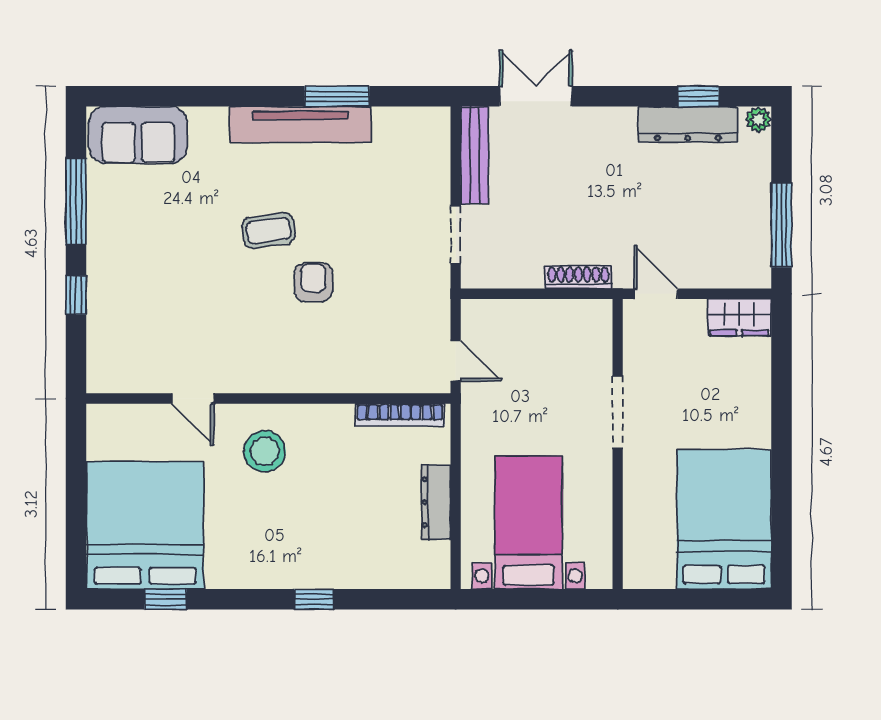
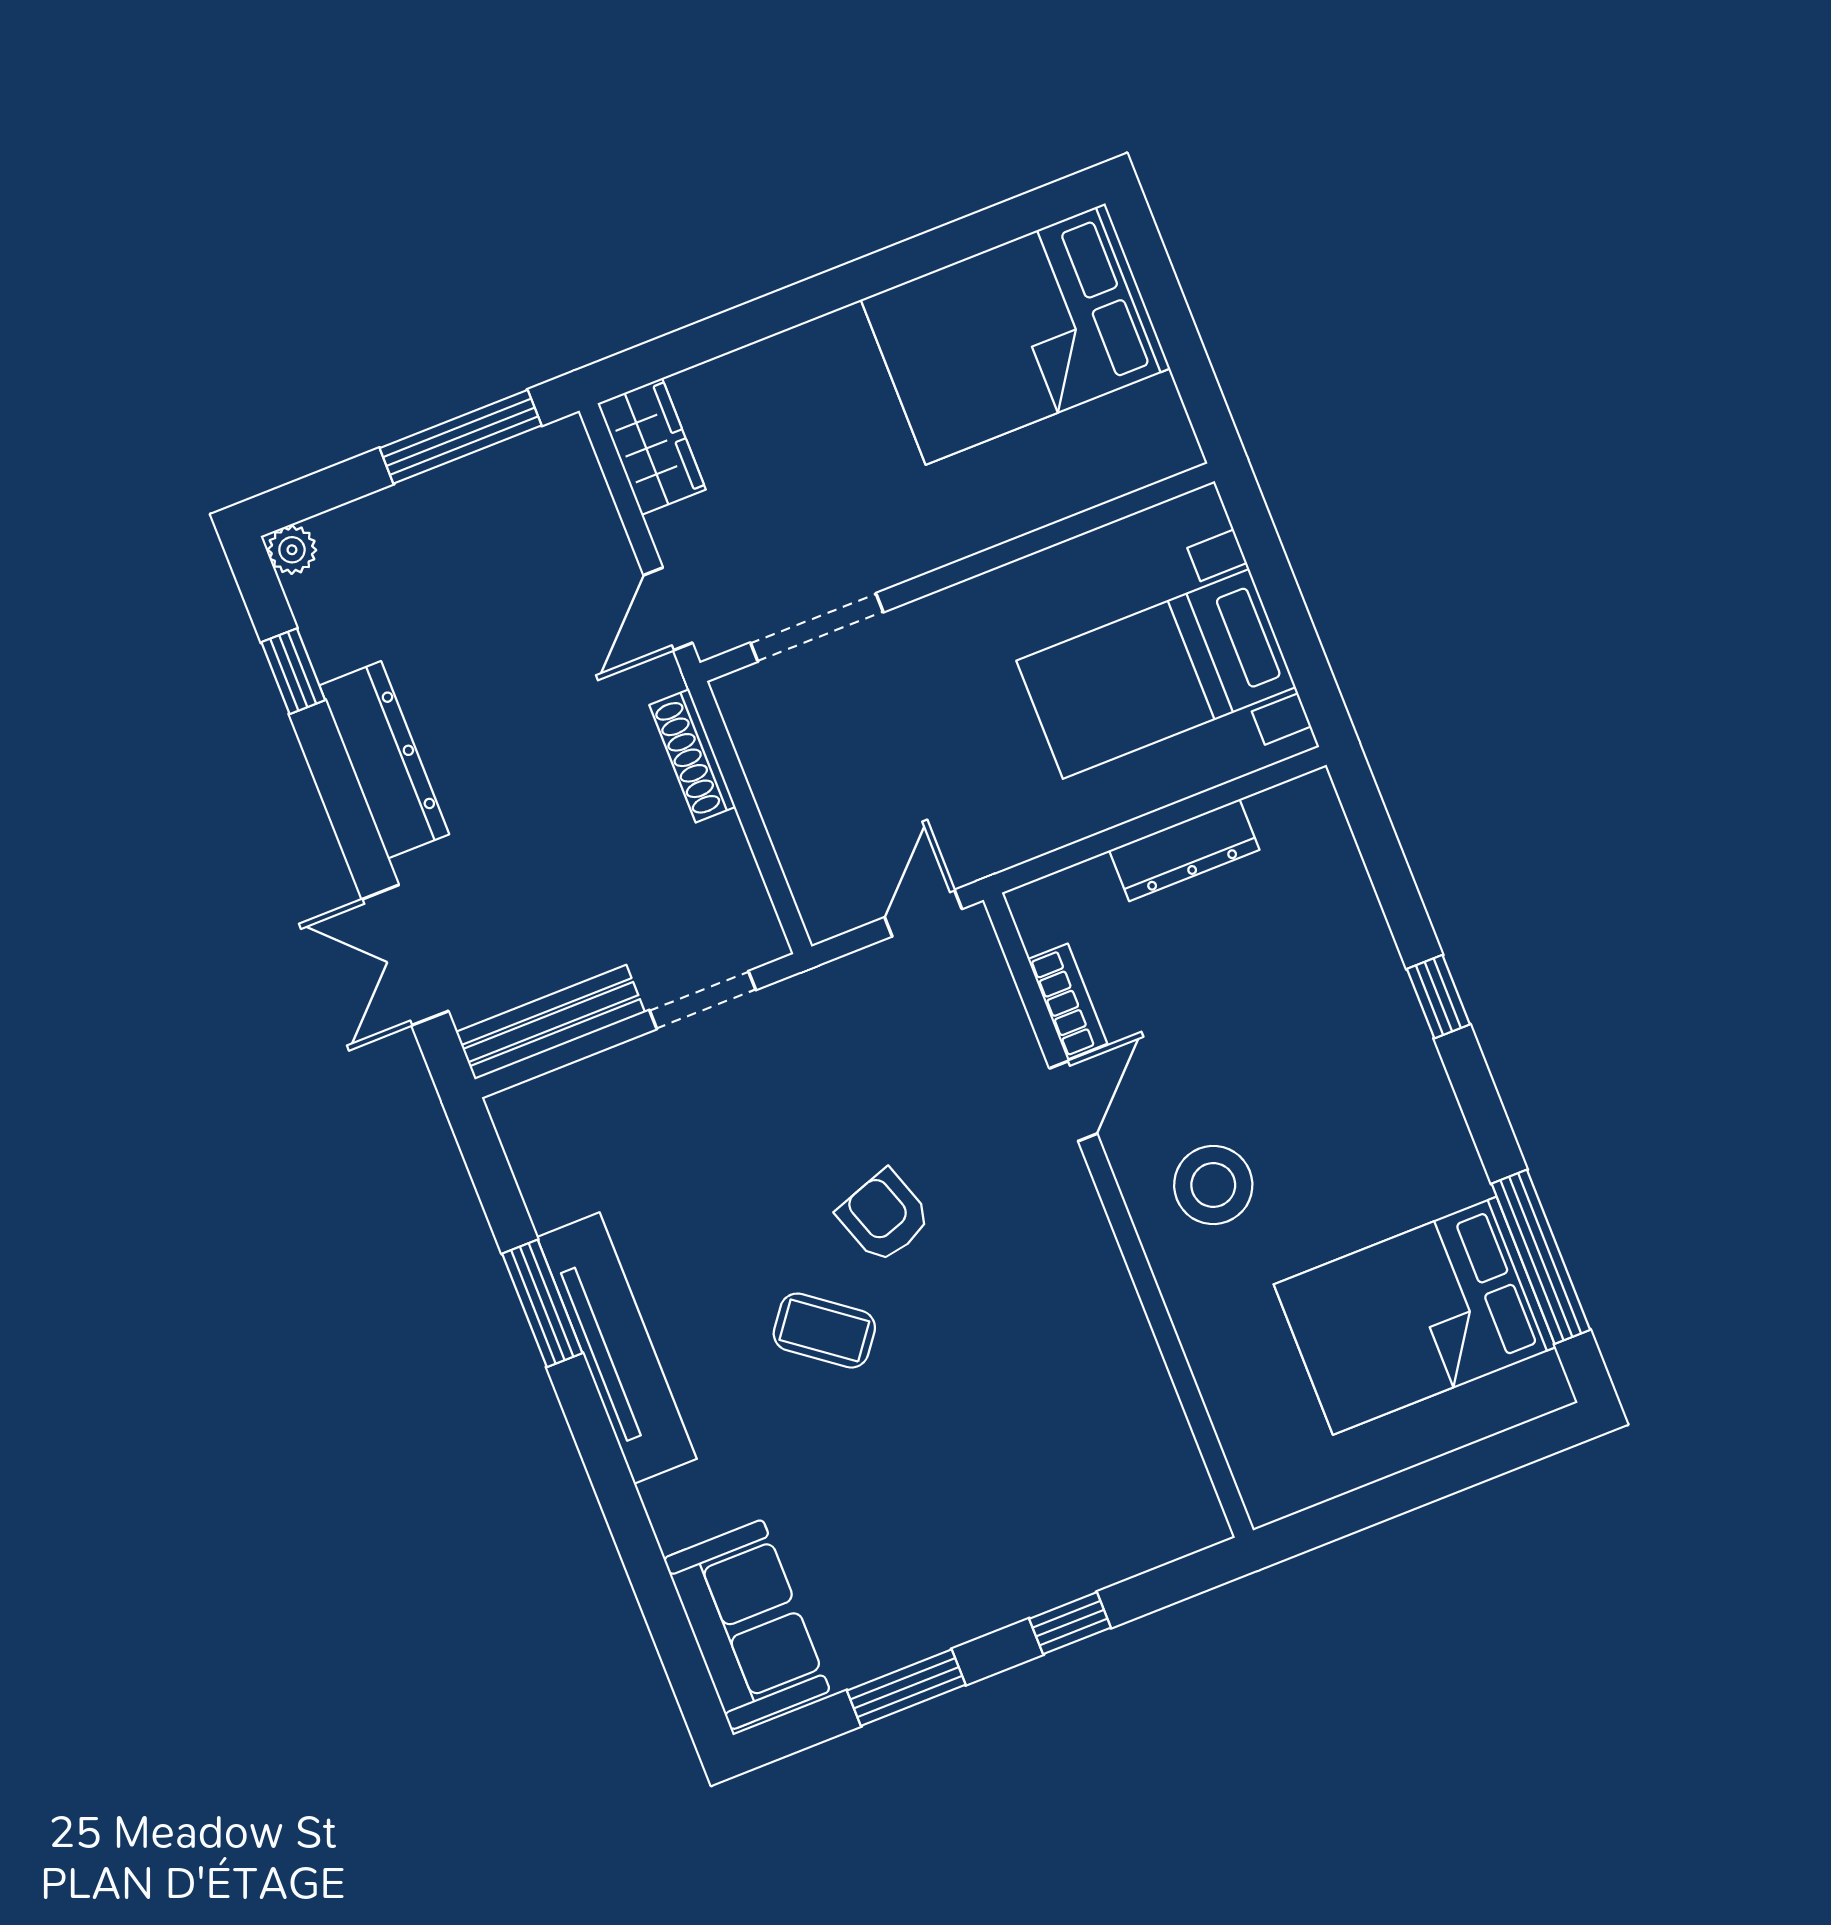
dresser: (688, 124) -> (384, 760), moved
window: (76, 202) -> (906, 1688), width x0.69
coffee table: (269, 231) -> (824, 1331), turned -45
armchair: (313, 282) -> (884, 1216), turned 71
door: (193, 398) -> (1073, 1101), moved
doorway: (618, 412) -> (817, 627), moved
bookcase: (400, 415) -> (1068, 1001), width x0.64
bed: (145, 525) -> (1415, 1316), width x0.73
window: (165, 599) -> (1541, 1257), width x2.17

